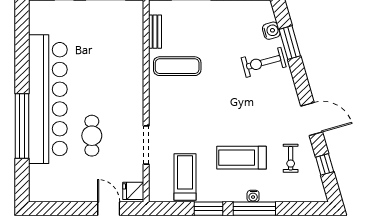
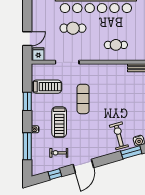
exercise mat: (177, 66) -> (83, 99), moved
cafe table: (119, 67) -> (116, 45), added
treadmill: (242, 158) -> (59, 122), turned 180
window: (254, 209) -> (27, 146), moved

